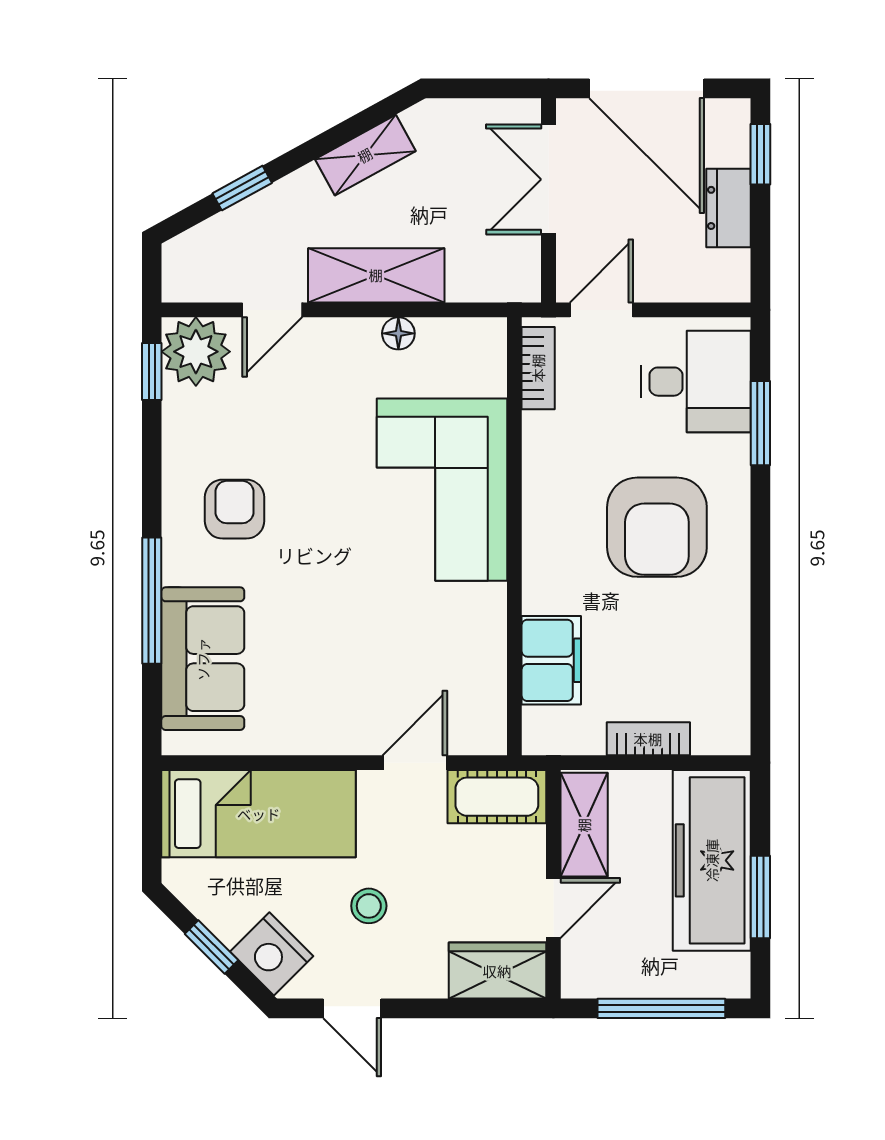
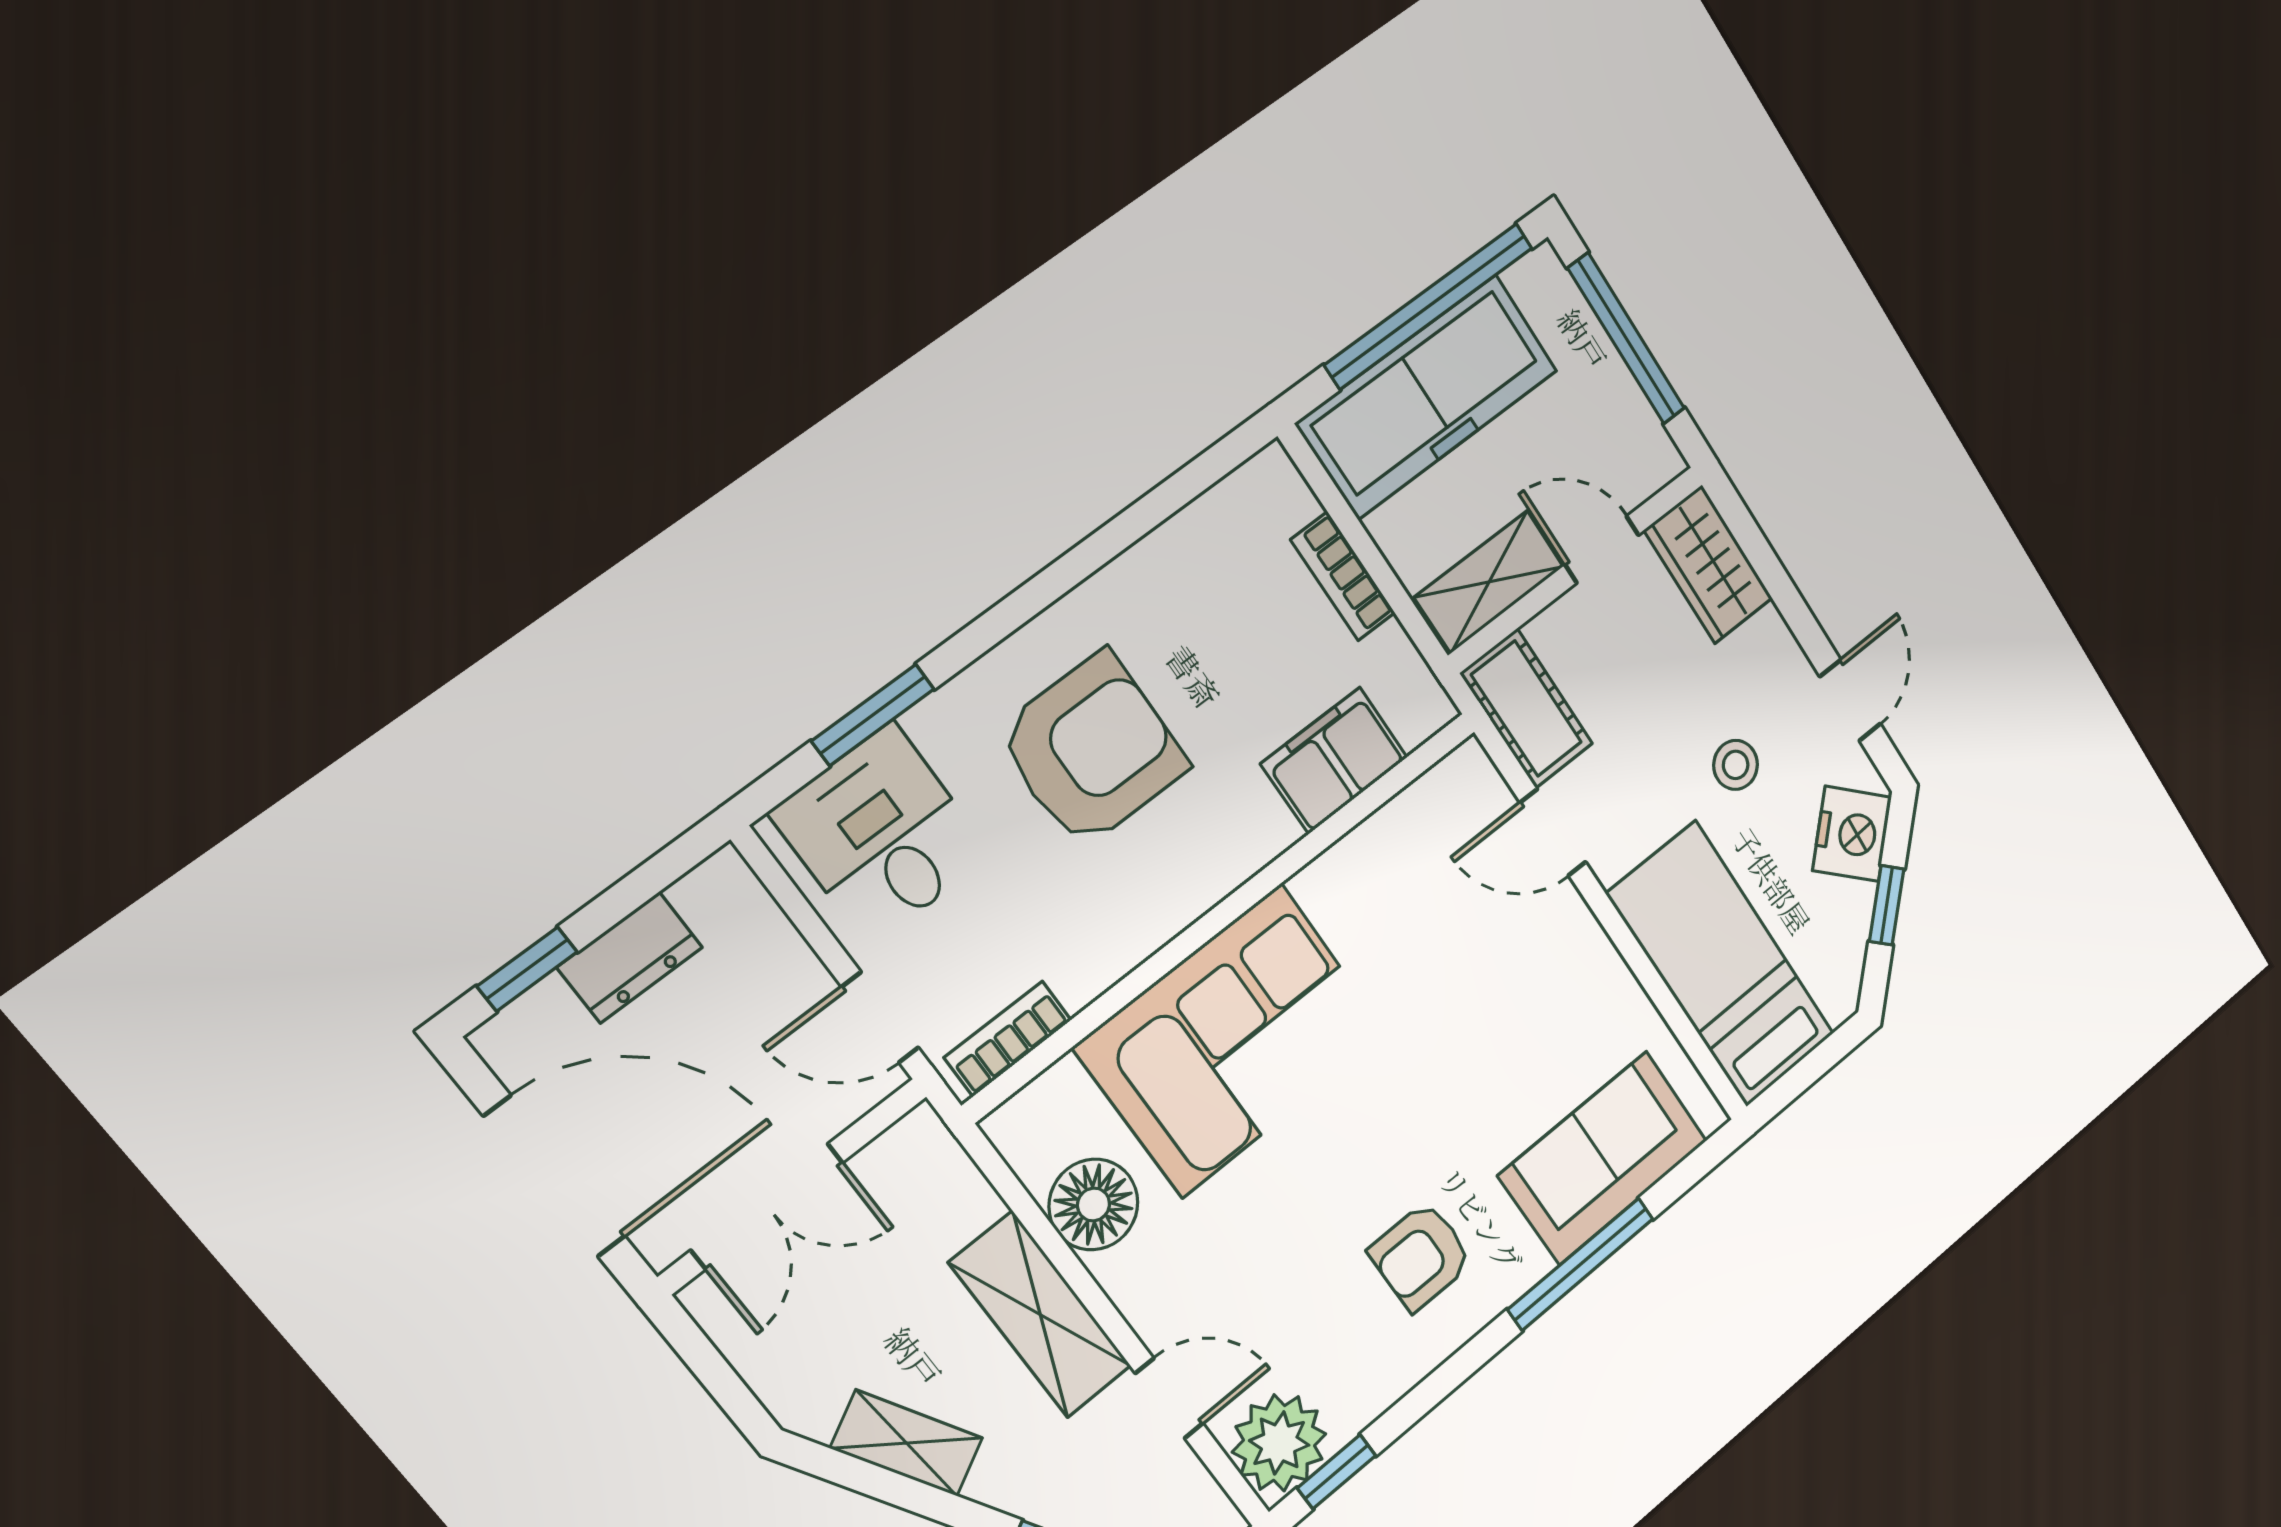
door: (647, 88) -> (555, 1177), hinge flipped
floor lamp: (398, 333) -> (1093, 1204), width x1.89, depth x1.89
window: (760, 897) -> (1429, 306), width x2.11

